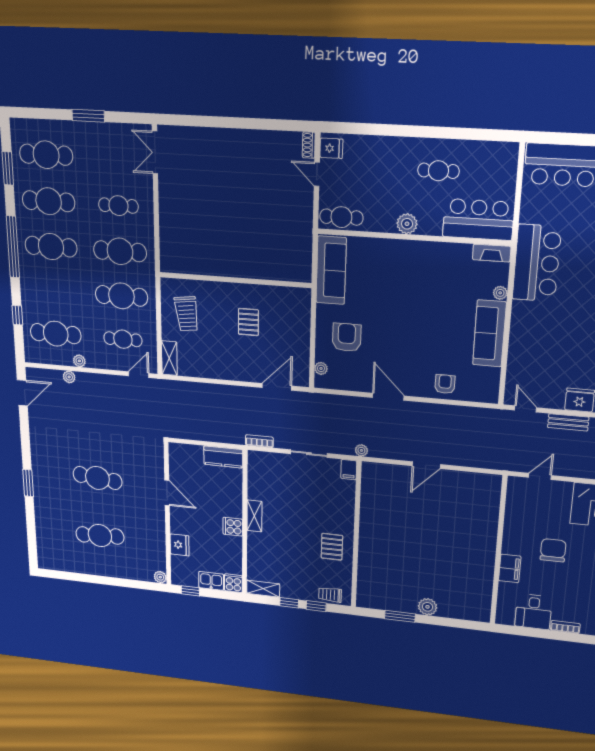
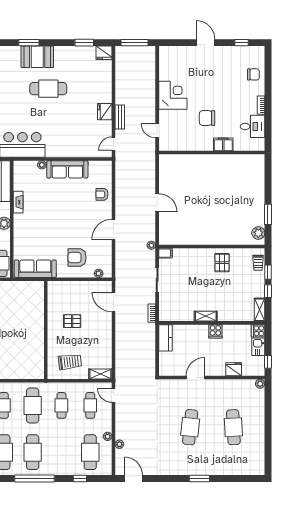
fireplace: (492, 253) -> (18, 202), moved
cafe table: (121, 296) -> (61, 405), width x0.73, depth x0.74
pallet: (332, 547) -> (222, 263), turned 90
plant: (428, 607) -> (258, 233), moved

